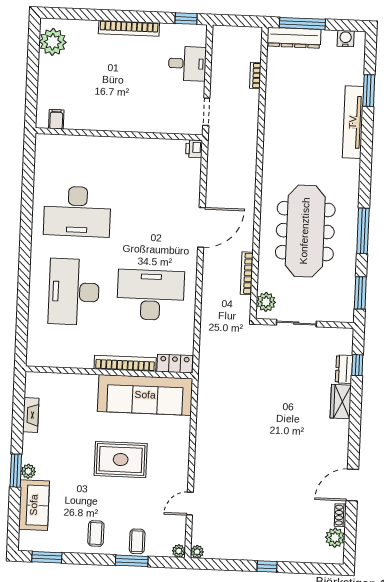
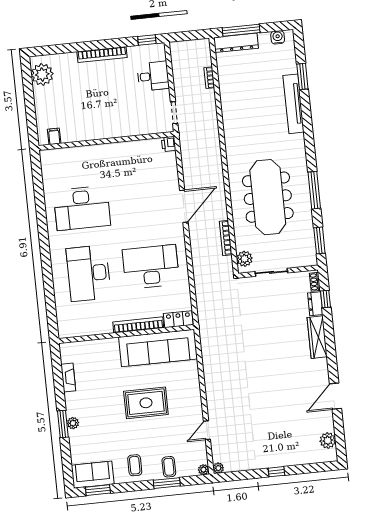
wardrobe: (341, 402) -> (317, 337), width x1.50
sofa: (34, 505) -> (93, 475), moved, turned -90
shoe rack: (340, 515) -> (315, 282), moved

